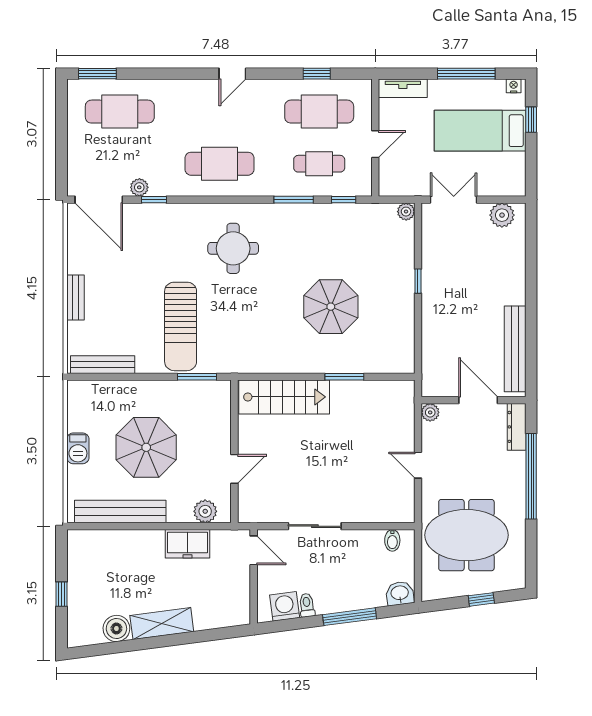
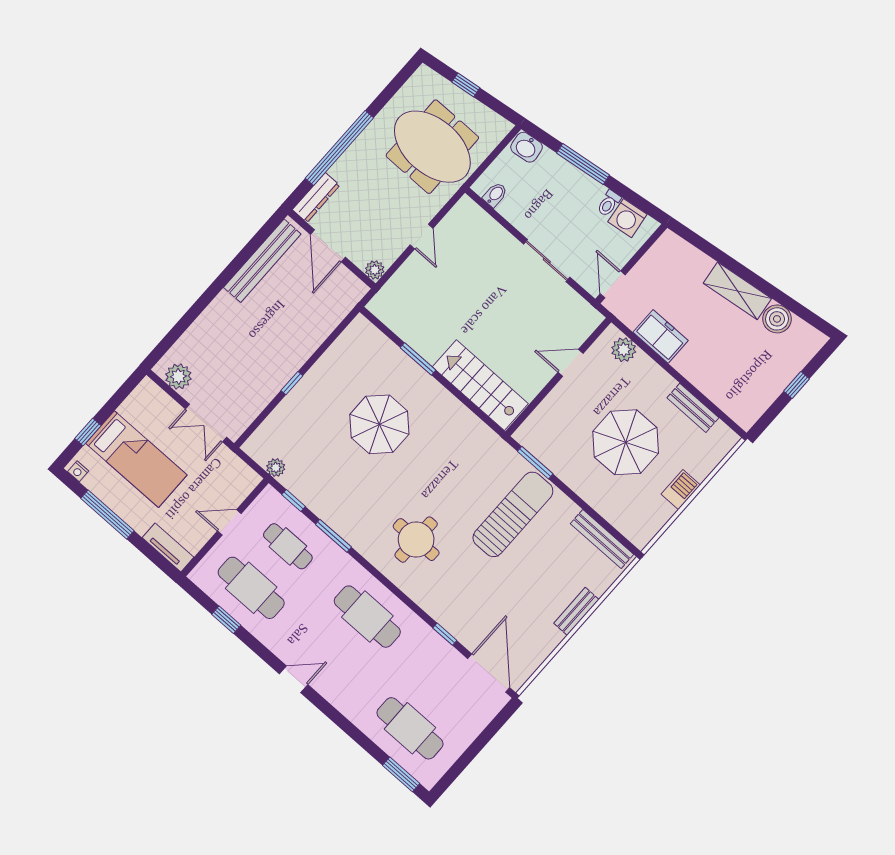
plant: (139, 187) -> (448, 654), removed
plant: (406, 212) -> (276, 468), moved
bench: (120, 512) -> (693, 408), width x0.54, depth x0.82

